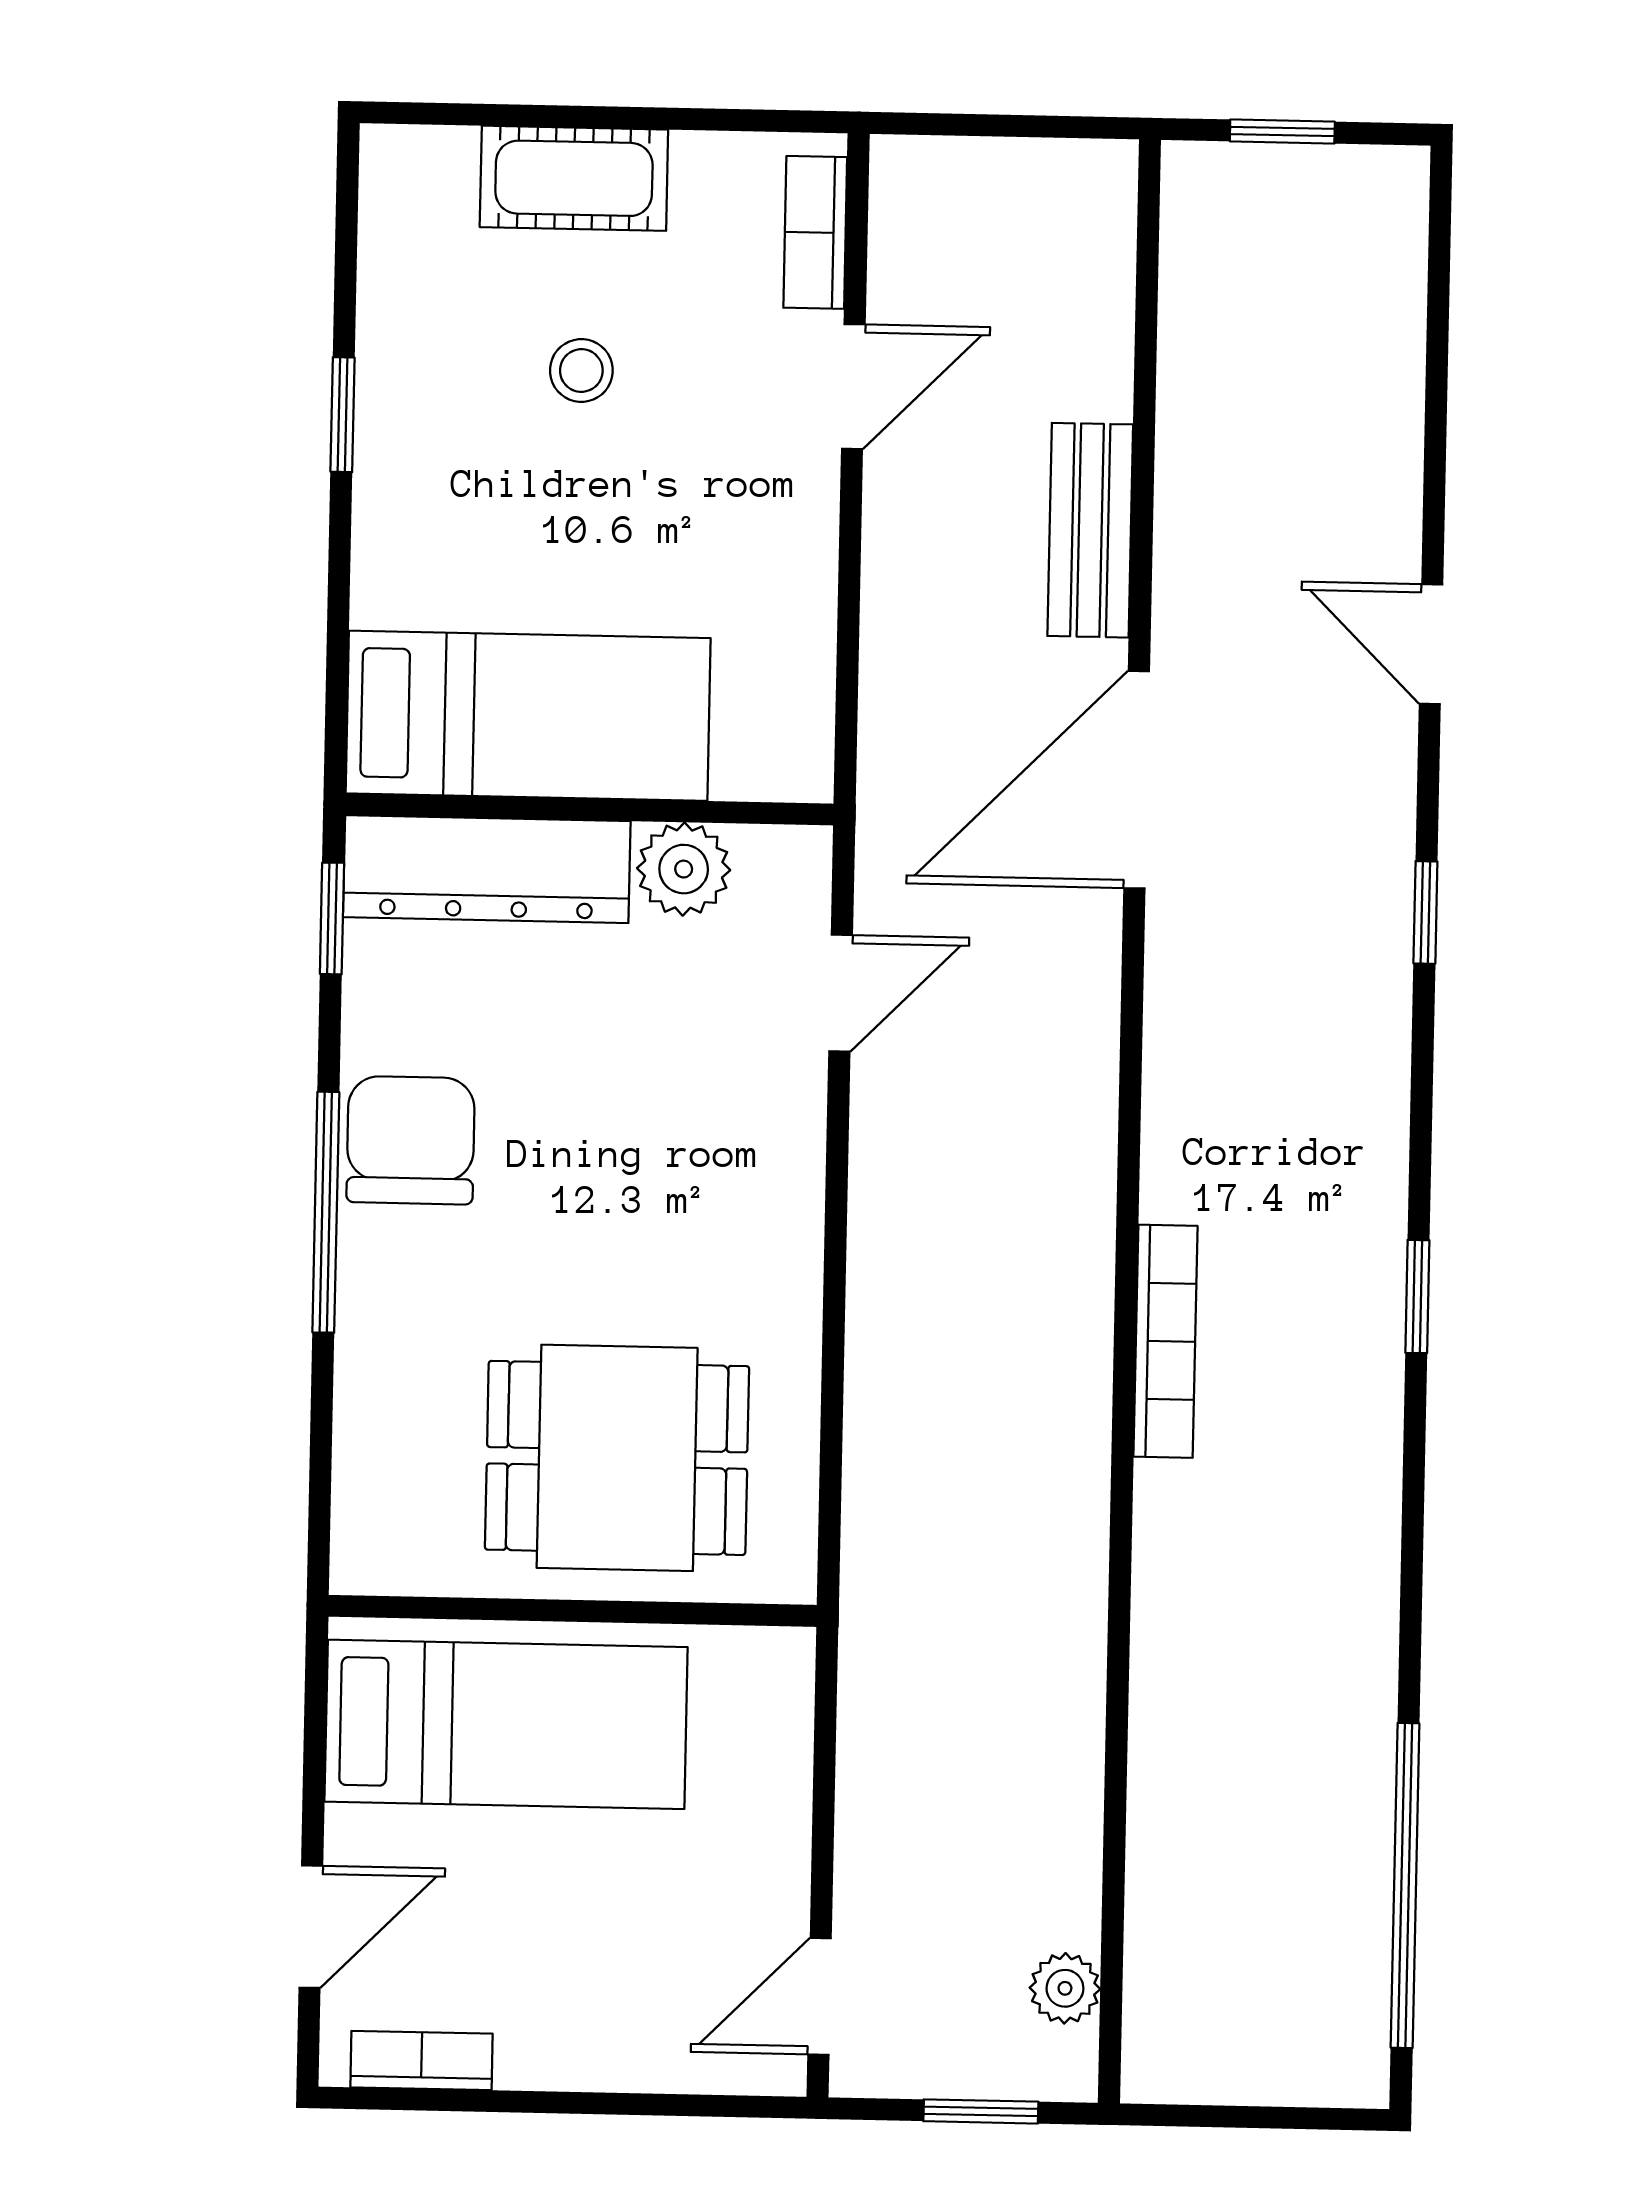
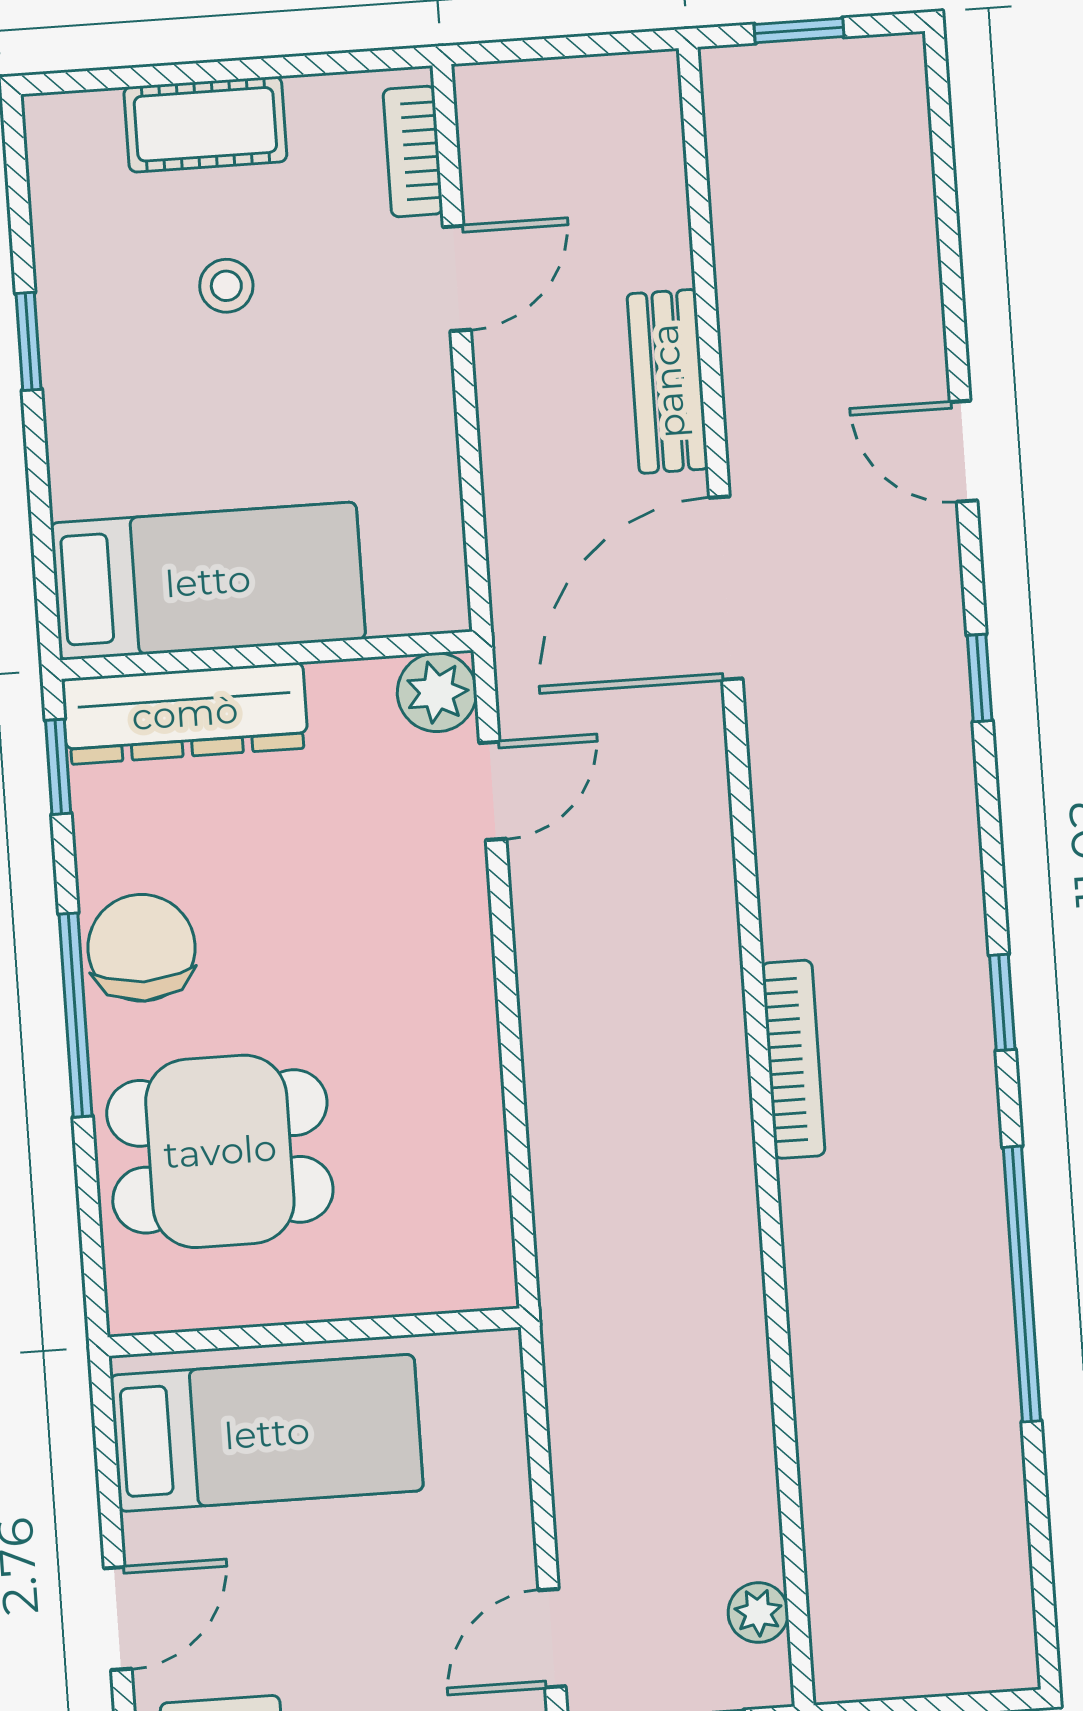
plant: (684, 869) -> (437, 692), moved
dining table: (617, 1458) -> (220, 1151), moved
window: (1405, 1886) -> (1022, 1284), moved

